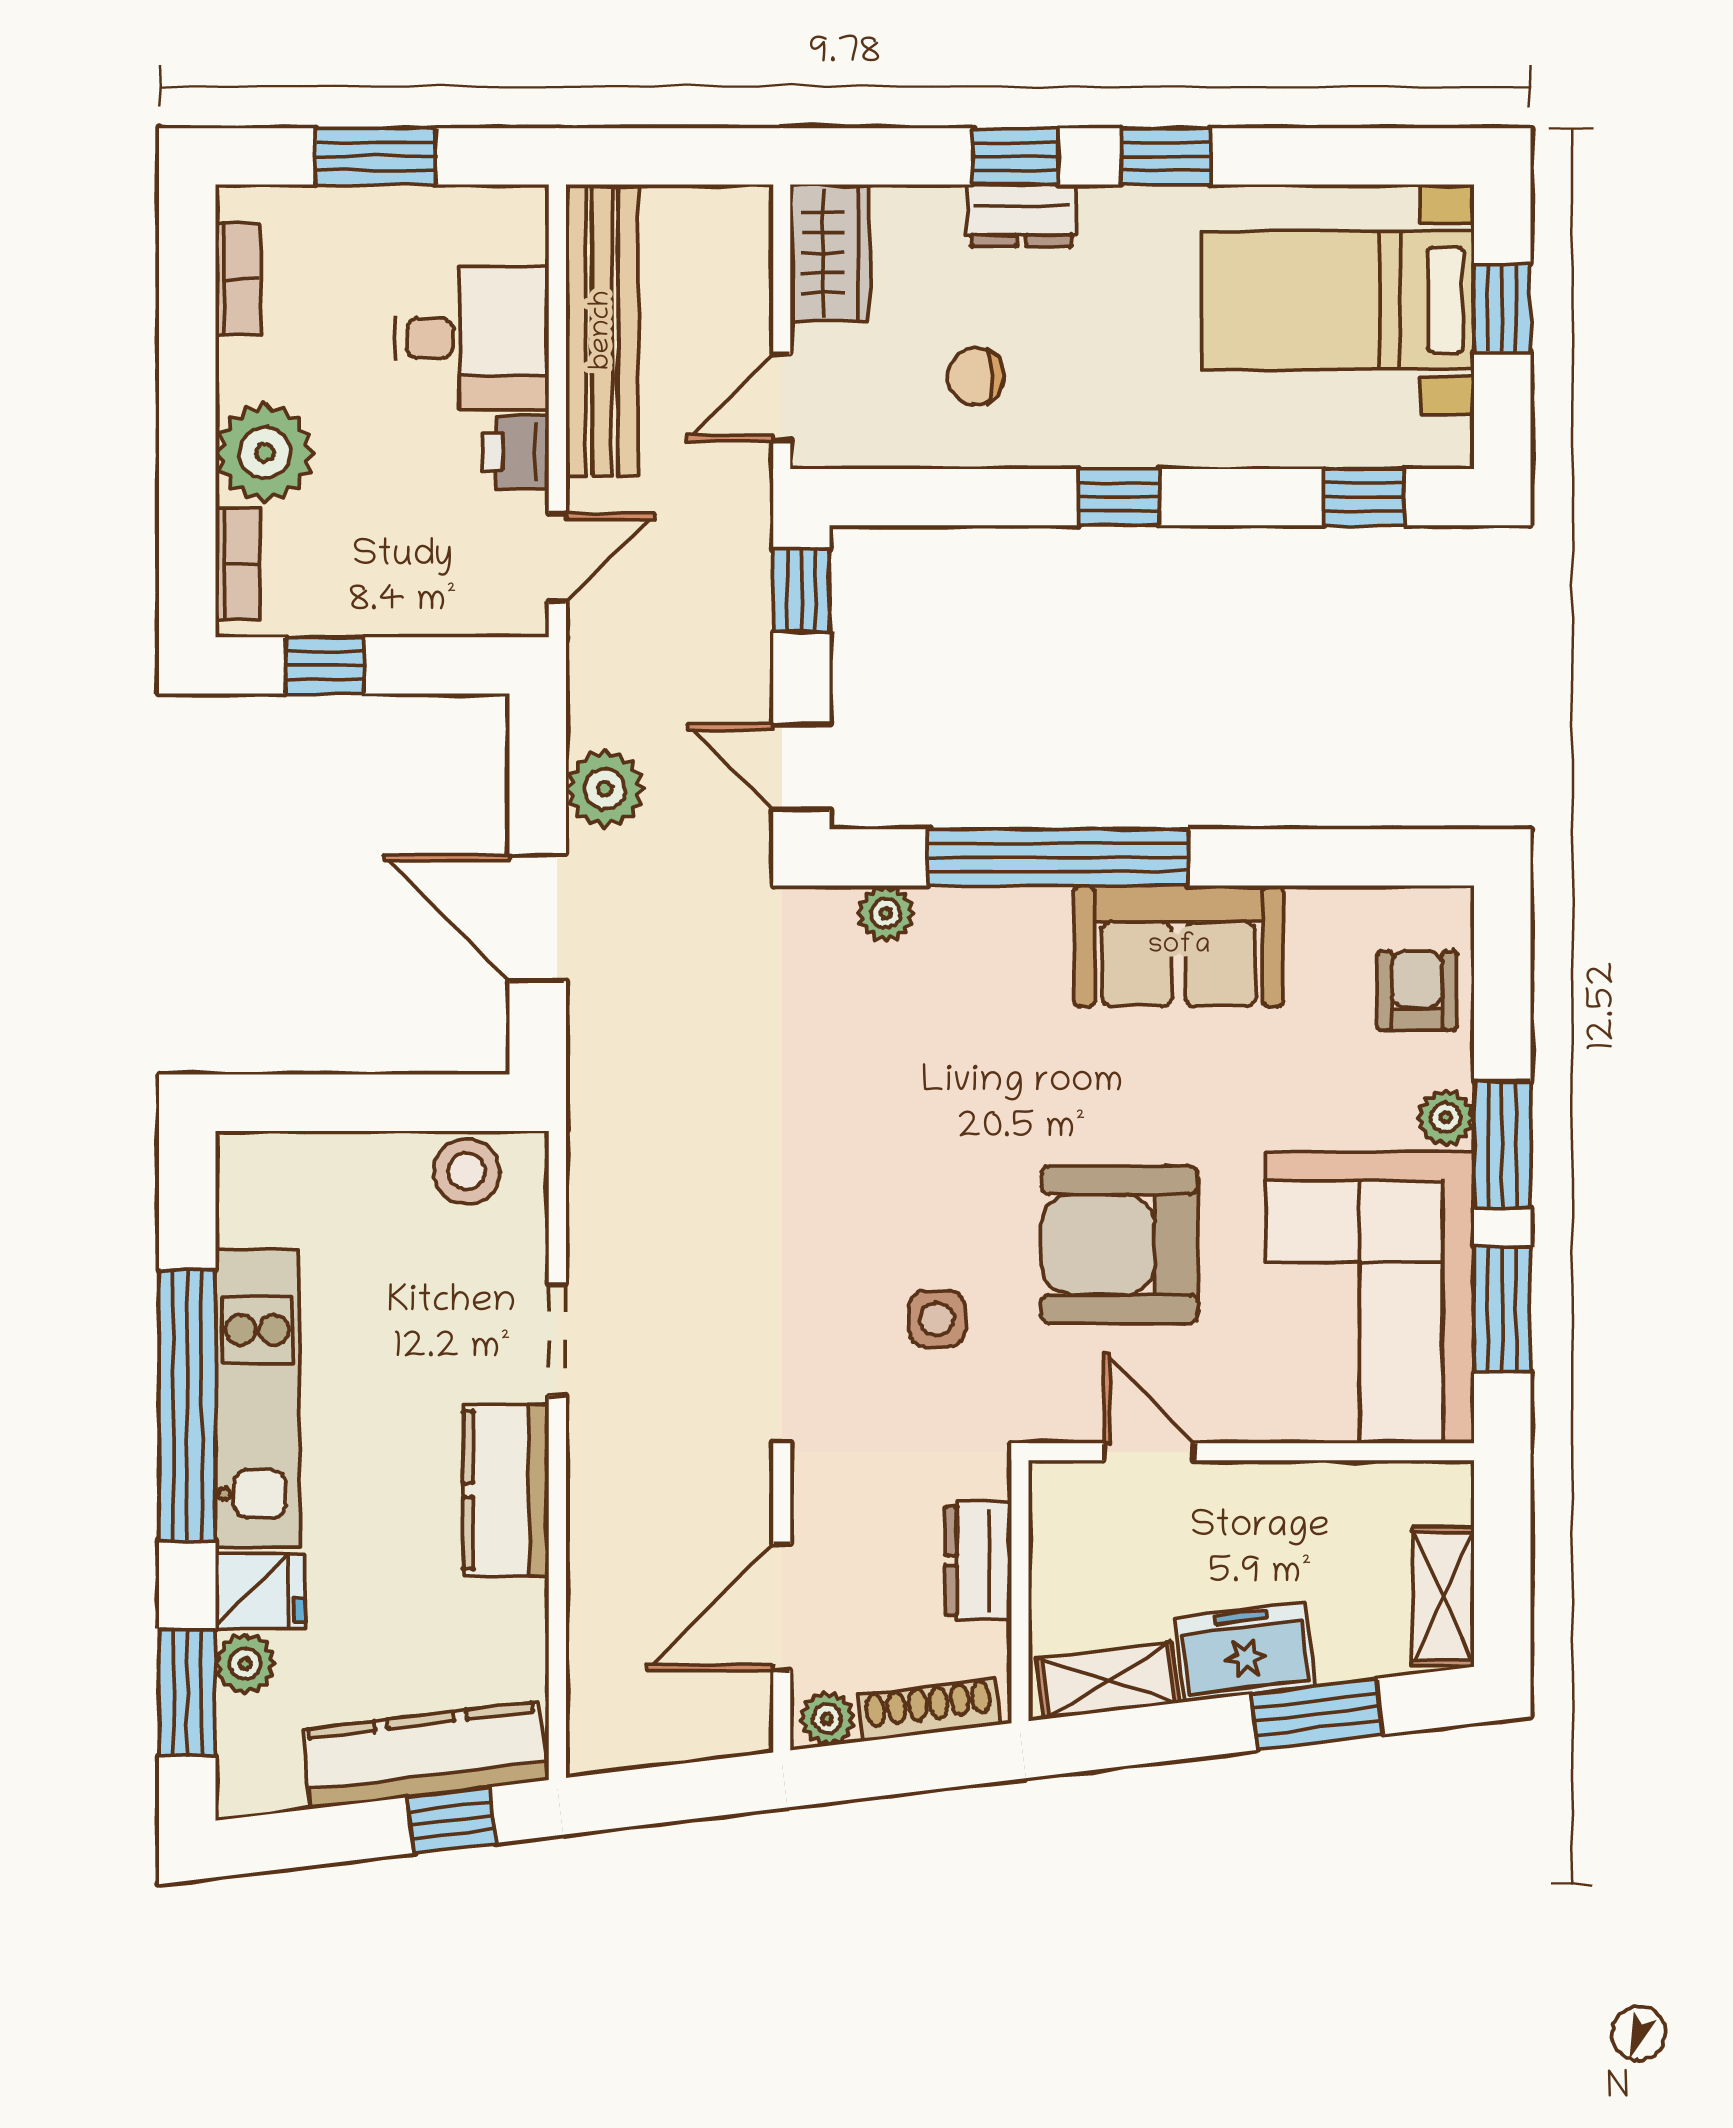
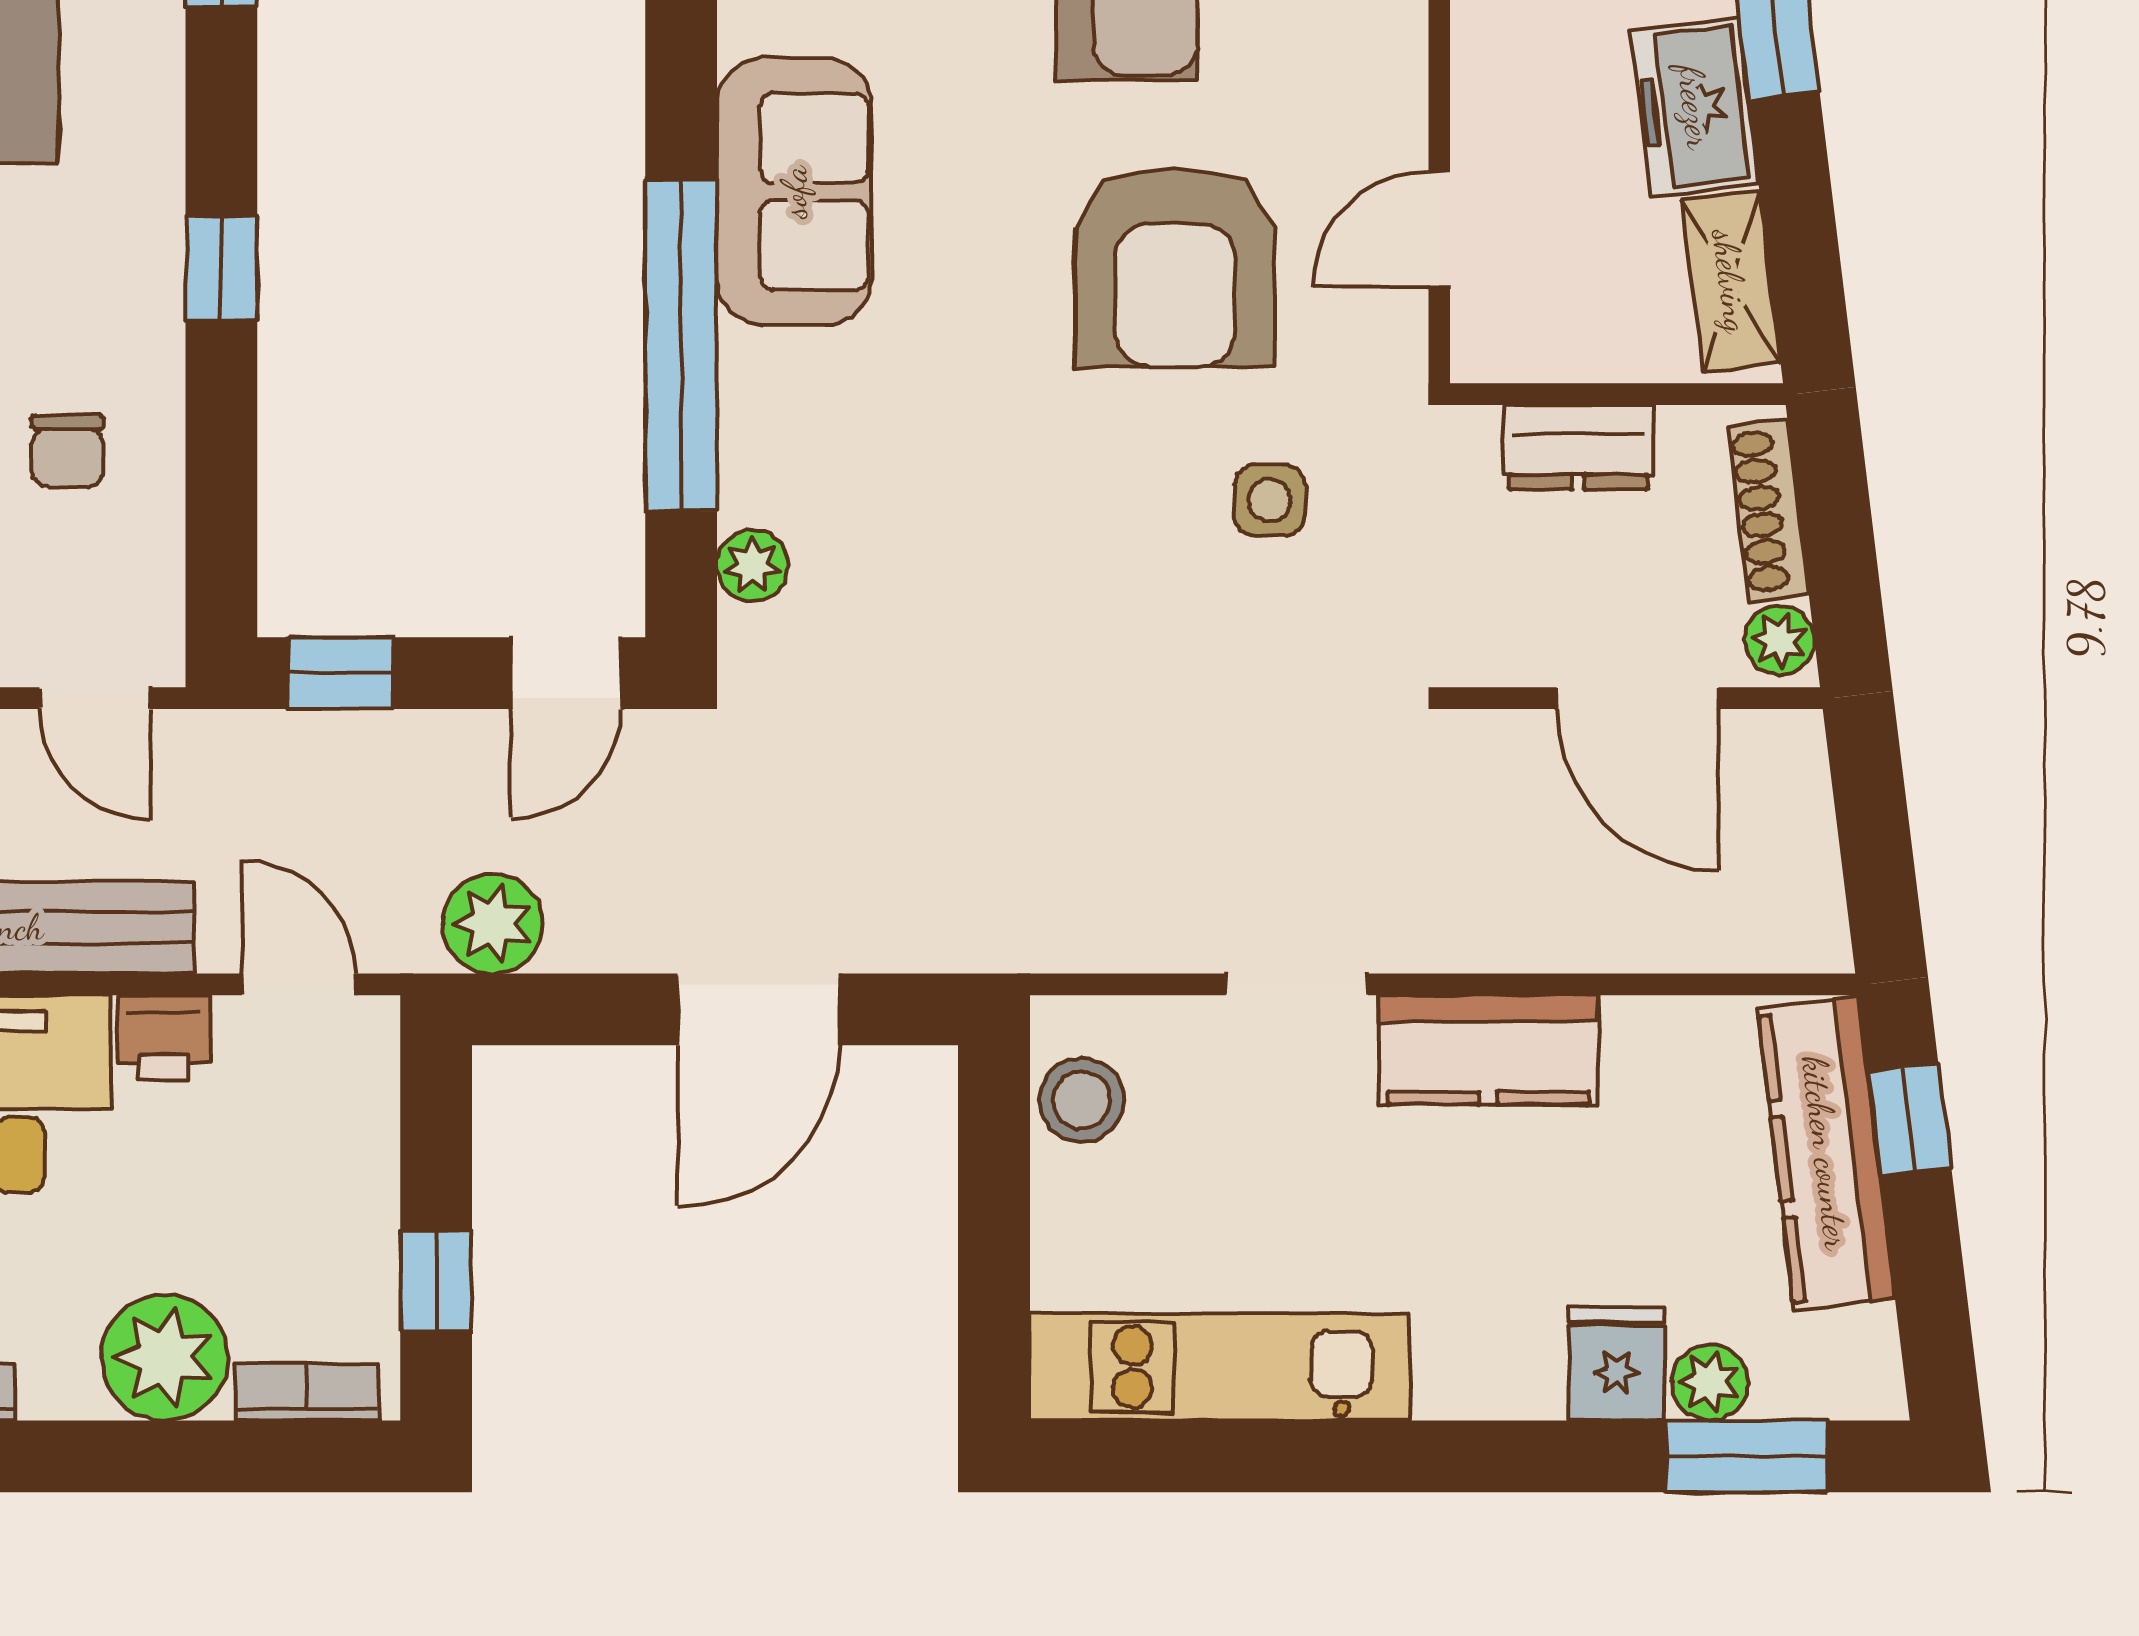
plant: (605, 789) -> (493, 924), moved
kitchen unit: (257, 1398) -> (1220, 1367), moved
window: (187, 1405) -> (1380, 1456), removed

